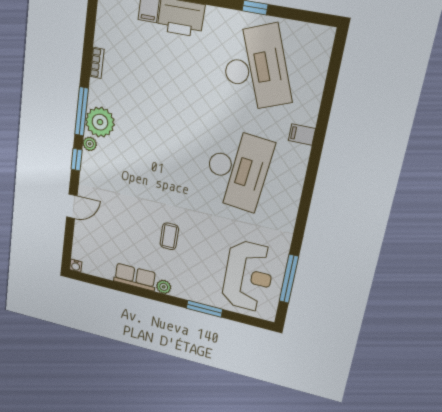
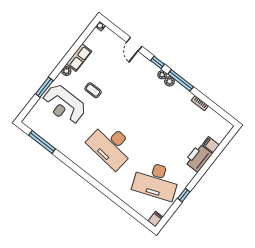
plant: (100, 122) -> (170, 81), width x0.53, depth x0.53
filing cabinet: (302, 134) -> (155, 219), moved
reception desk: (248, 276) -> (64, 105), moved

